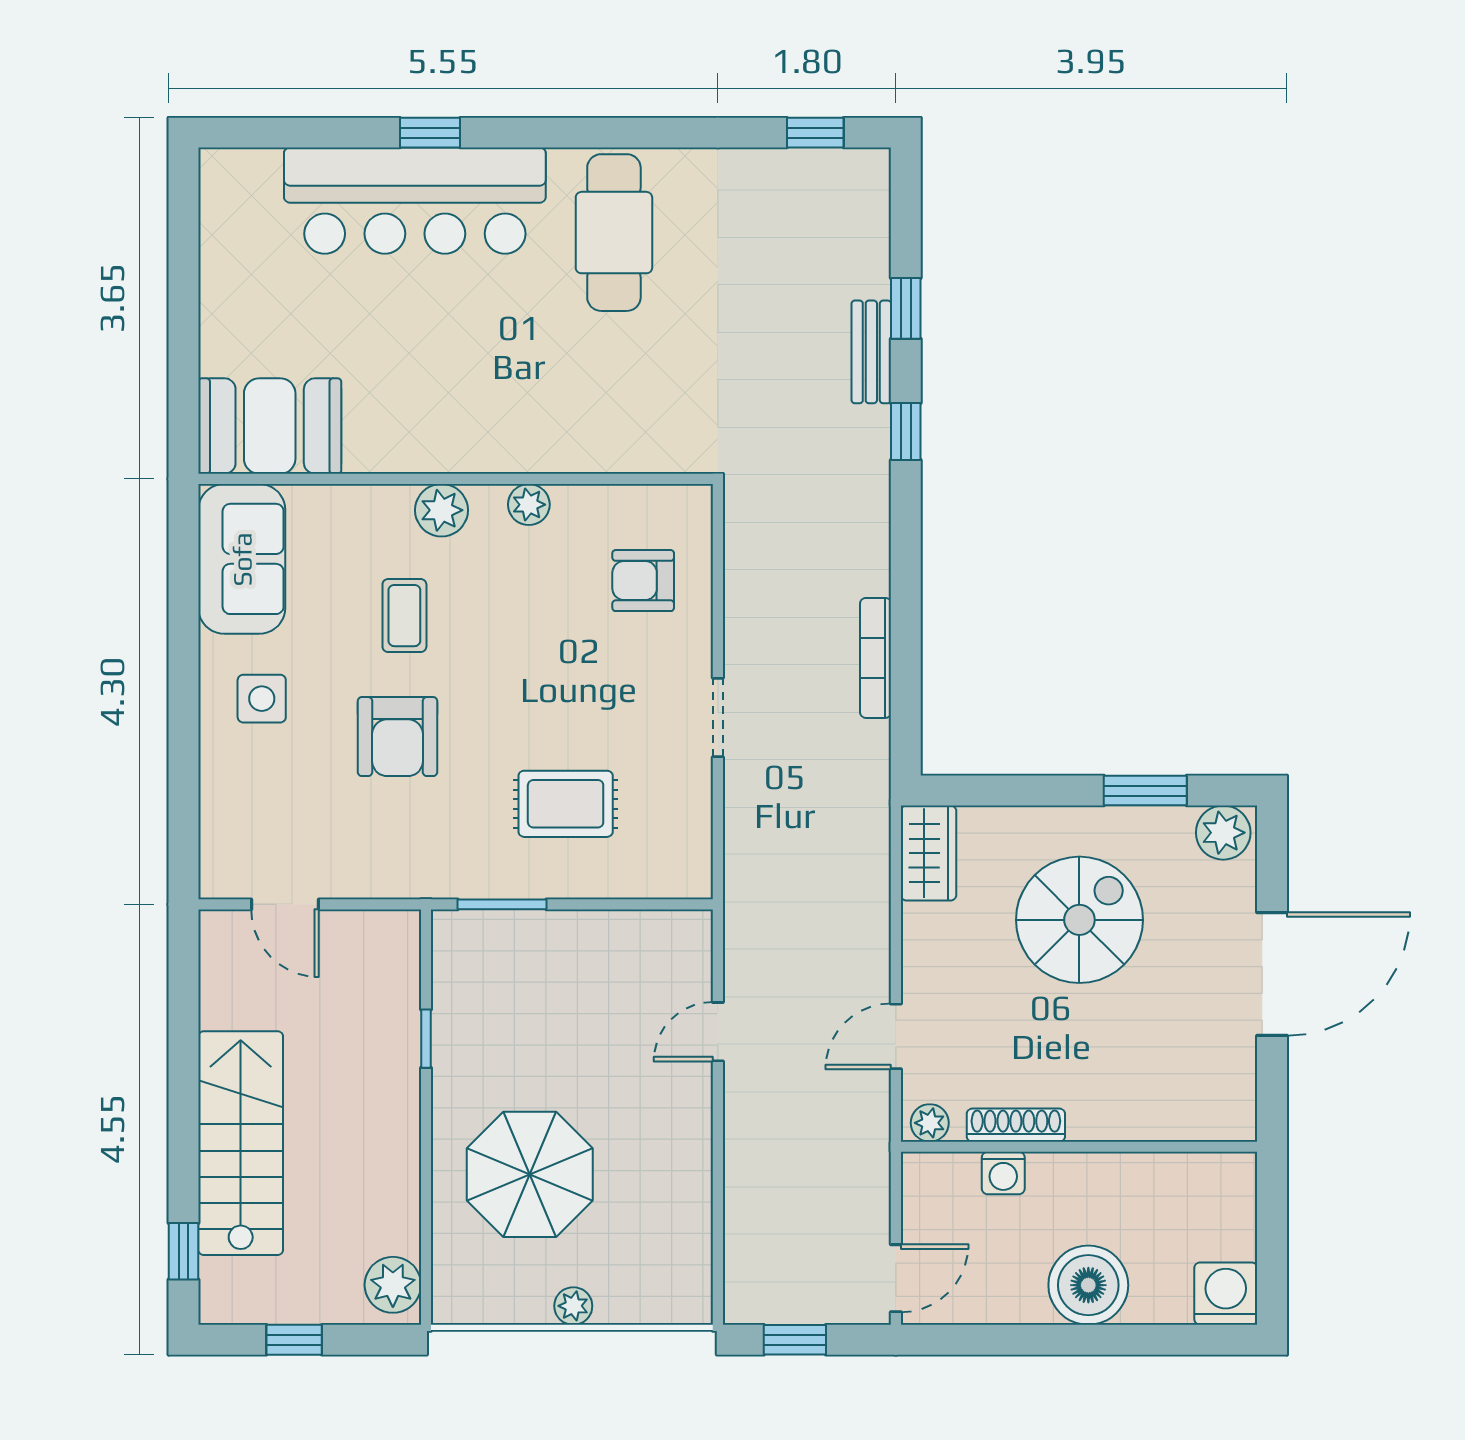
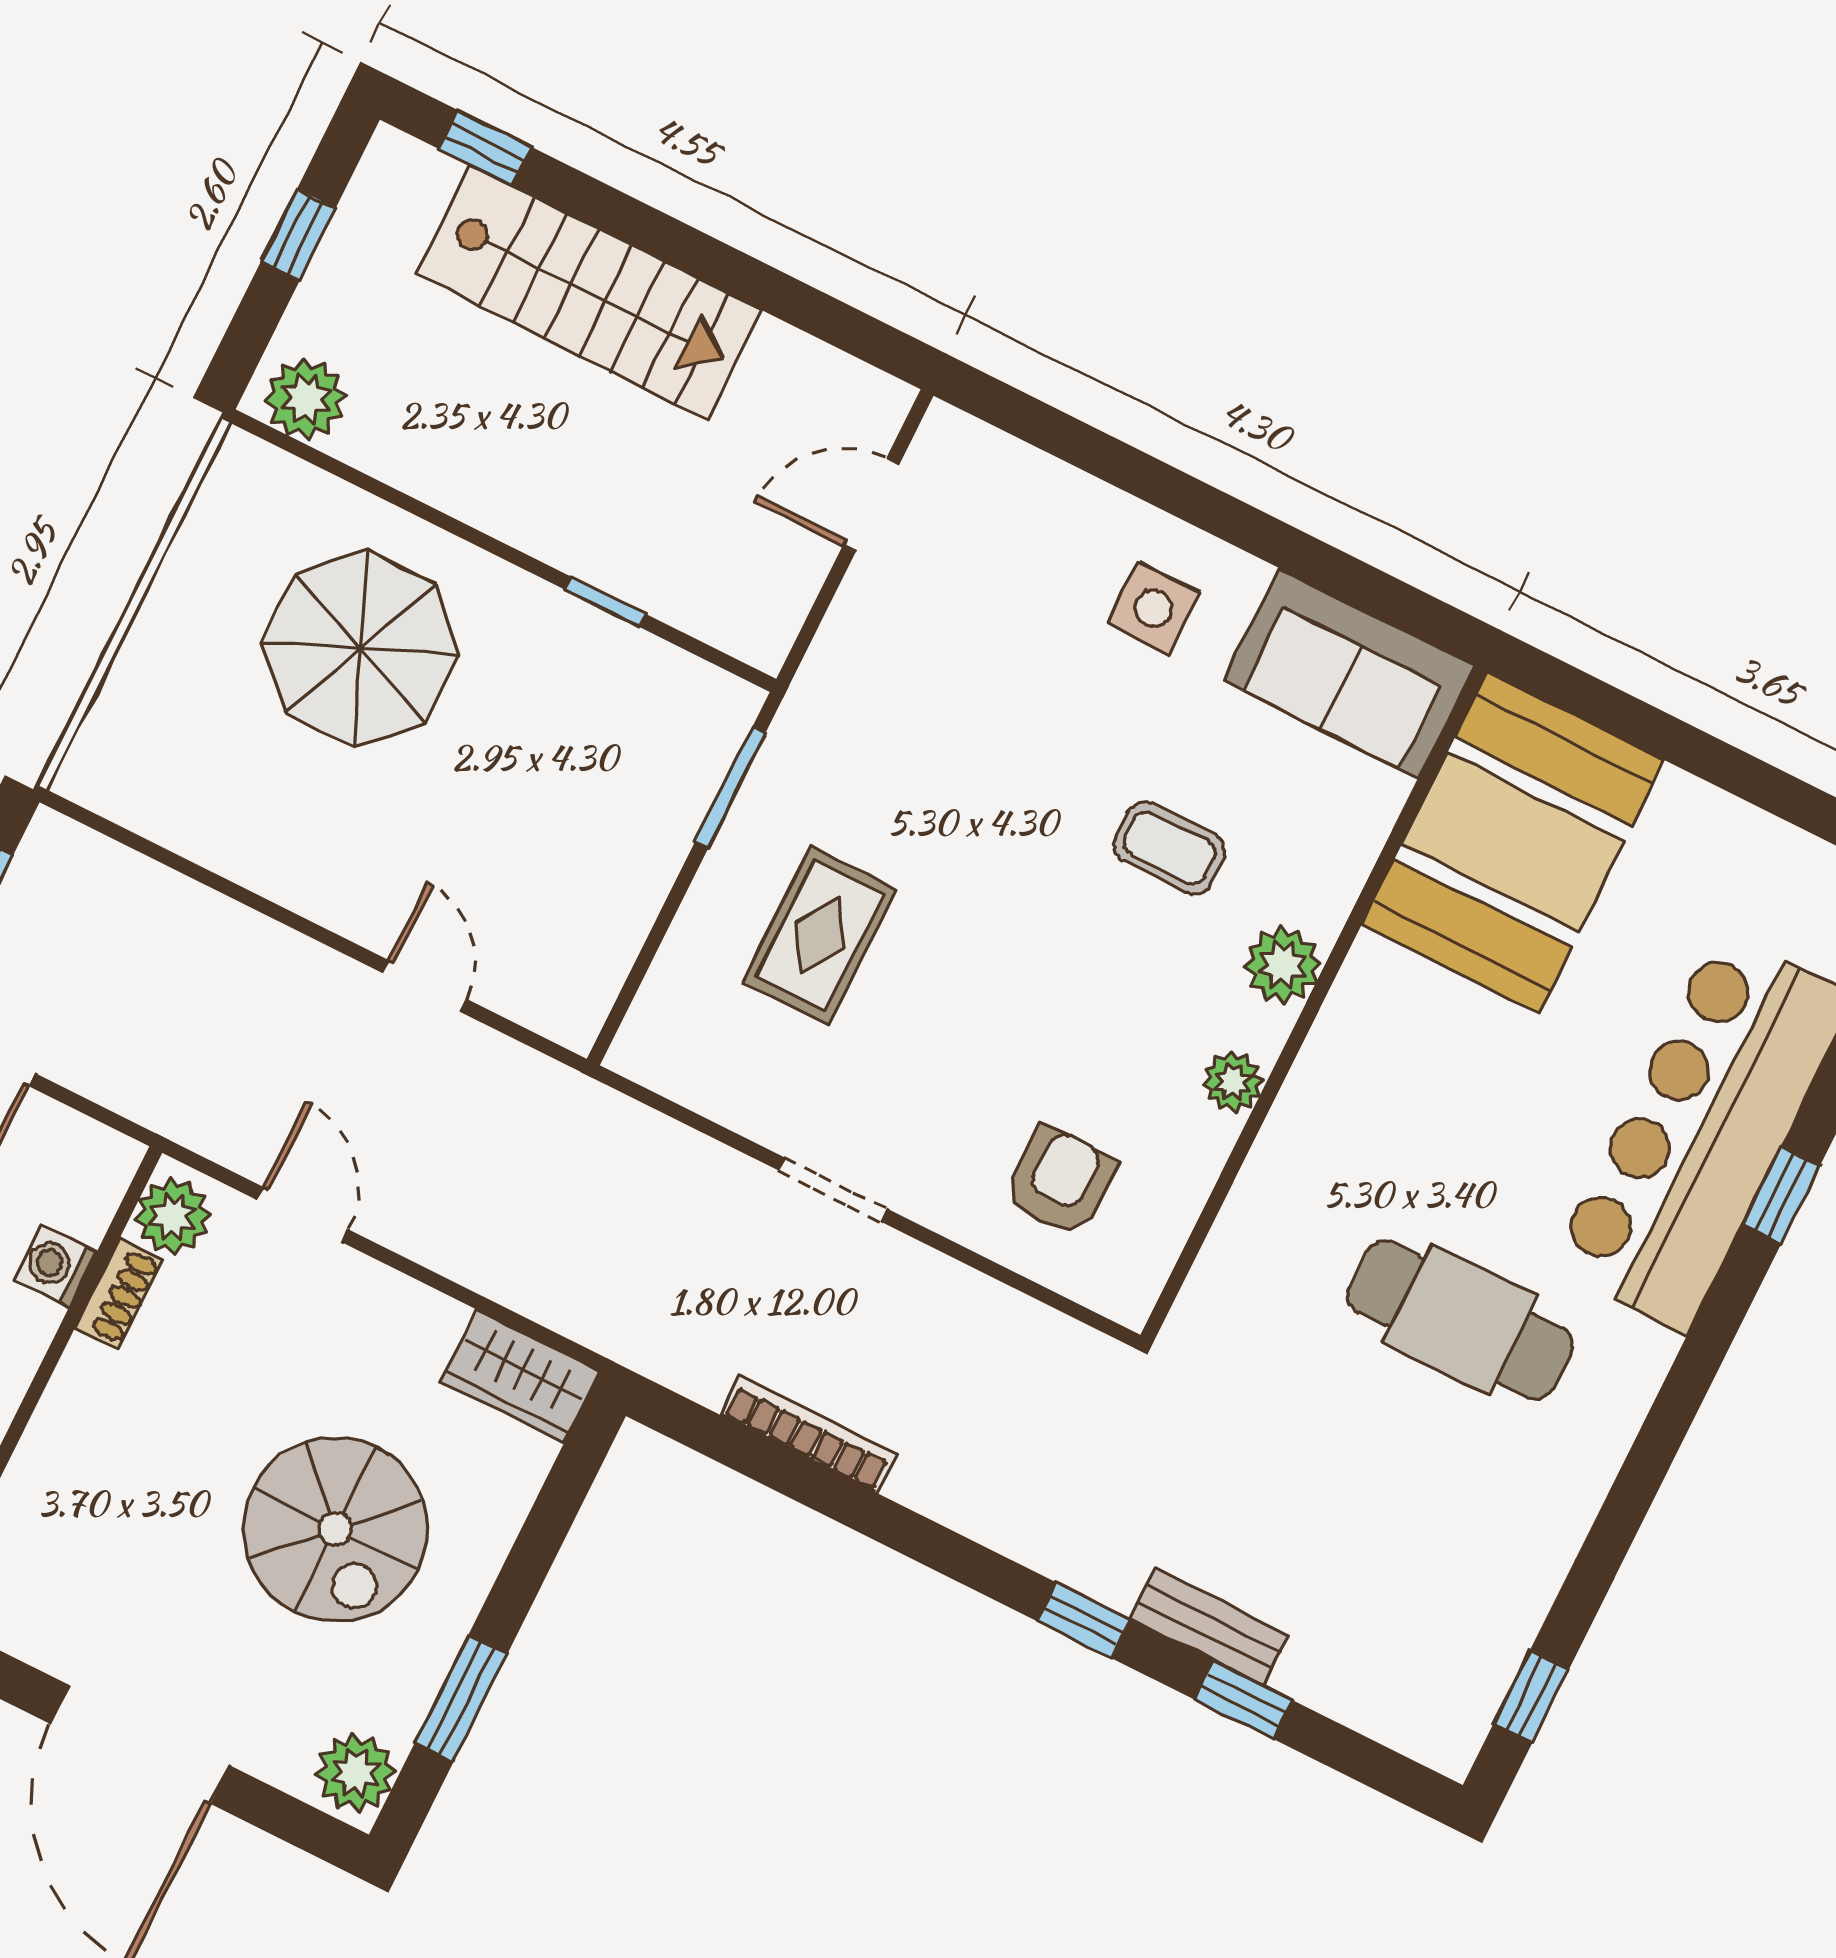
cafe table: (614, 233) -> (1460, 1320), moved
booth: (270, 426) -> (1513, 842), width x1.36, depth x1.42
armchair: (397, 737) -> (1016, 760), removed
plant: (930, 1123) -> (173, 1216), width x1.38, depth x1.38
shoe rack: (1016, 1125) -> (119, 1294), width x0.70
plant: (573, 1306) -> (161, 620), removed

